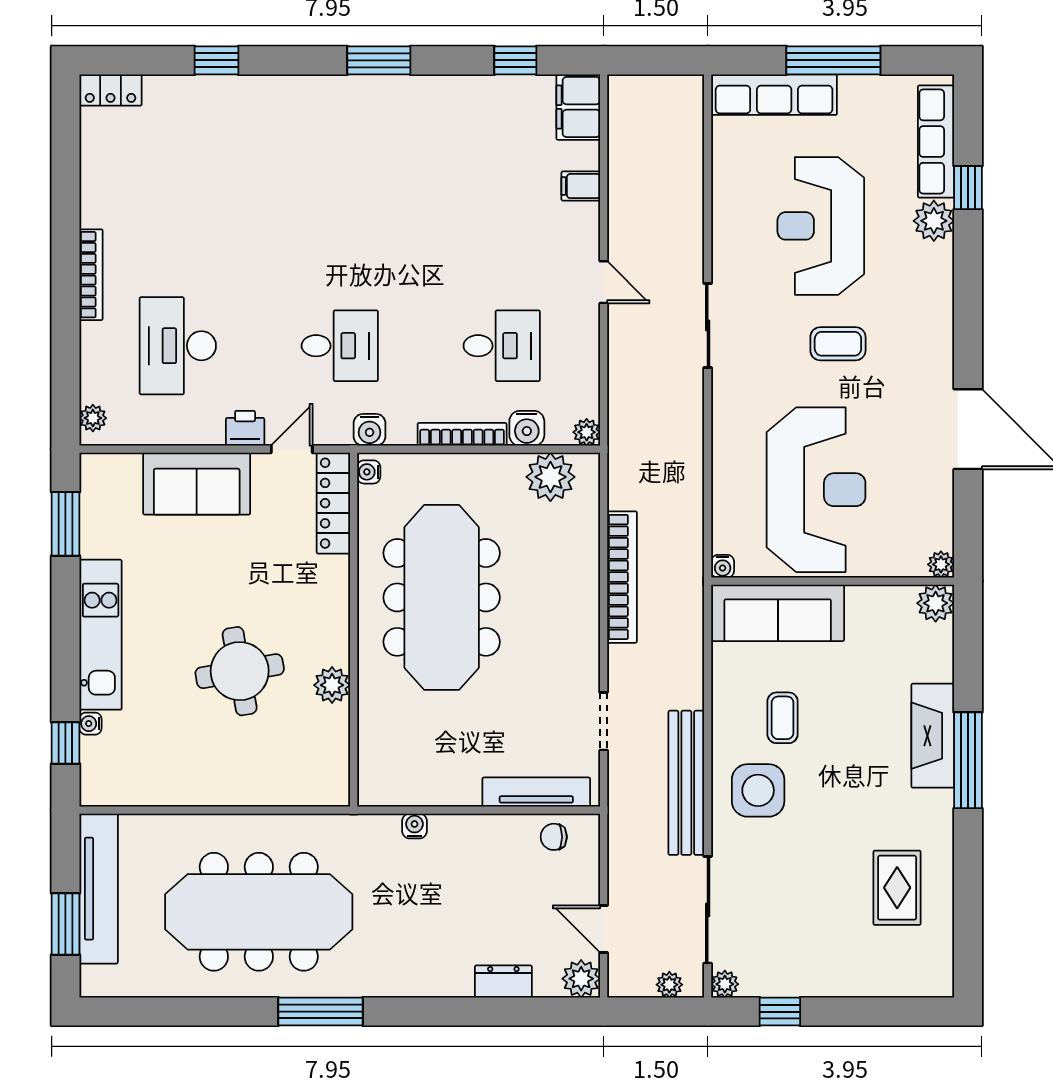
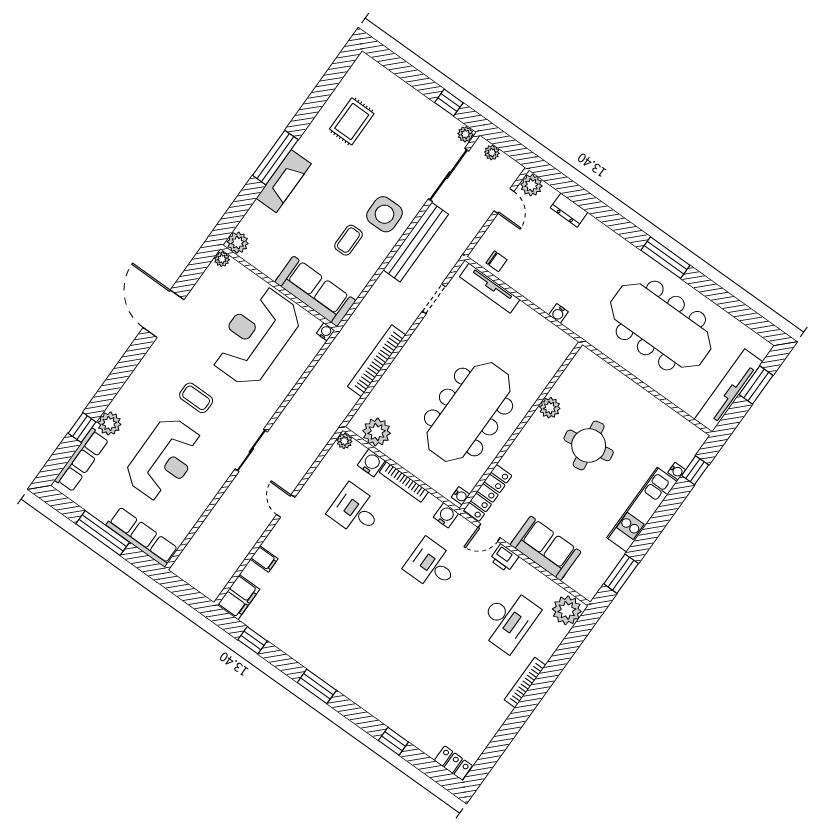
plant: (93, 418) -> (567, 610), width x1.88, depth x1.88

